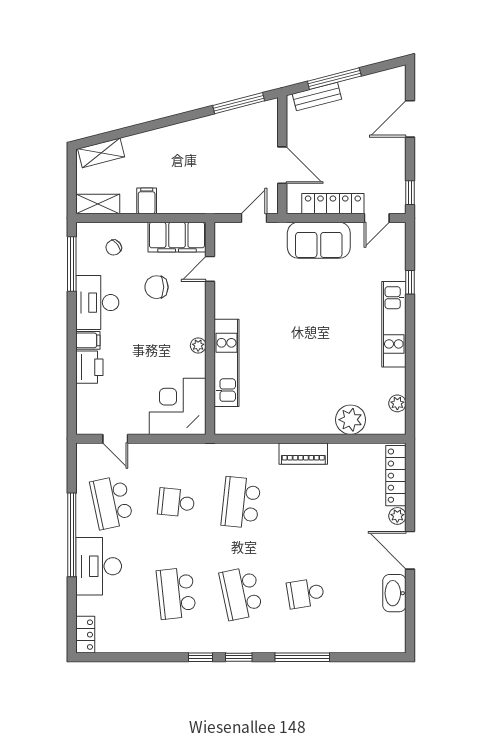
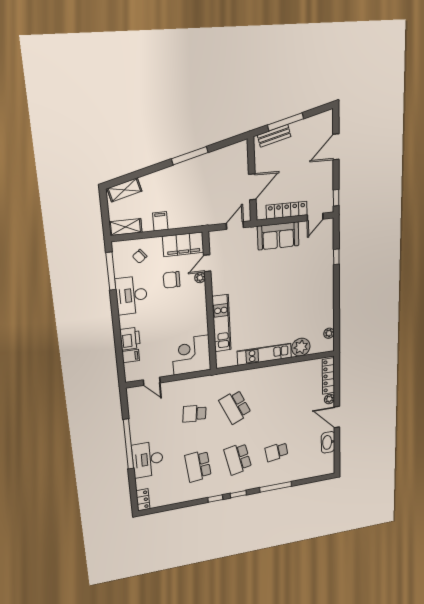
window: (239, 103) -> (190, 156), moved
door: (282, 165) -> (252, 187), hinge flipped
kitchen unit: (394, 324) -> (264, 354), moved, turned 90
filing cabinet: (88, 340) -> (131, 356), moved
plant: (198, 345) -> (200, 278), moved
piano: (303, 454) -> (273, 372), removed
school desk: (112, 503) -> (153, 420), removed
school desk: (241, 503) -> (235, 407), turned -30

